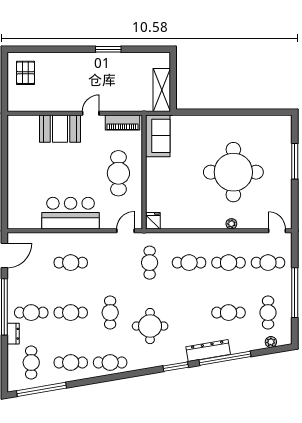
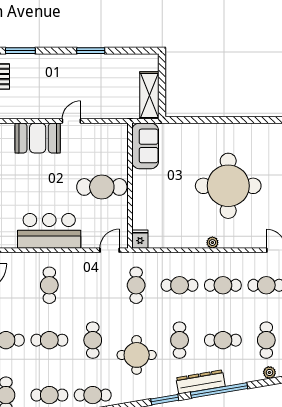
window: (44, 49) -> (20, 51), added
piano: (122, 123) -> (106, 131), removed
cafe table: (118, 173) -> (102, 187), turned 90
plant: (231, 224) -> (212, 243), moved
cafe table: (71, 263) -> (49, 285), turned 90
cafe table: (189, 313) -> (180, 340), added

